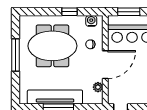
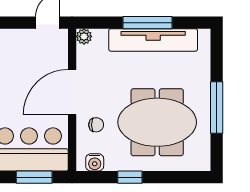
plant: (98, 87) -> (84, 36), moved

